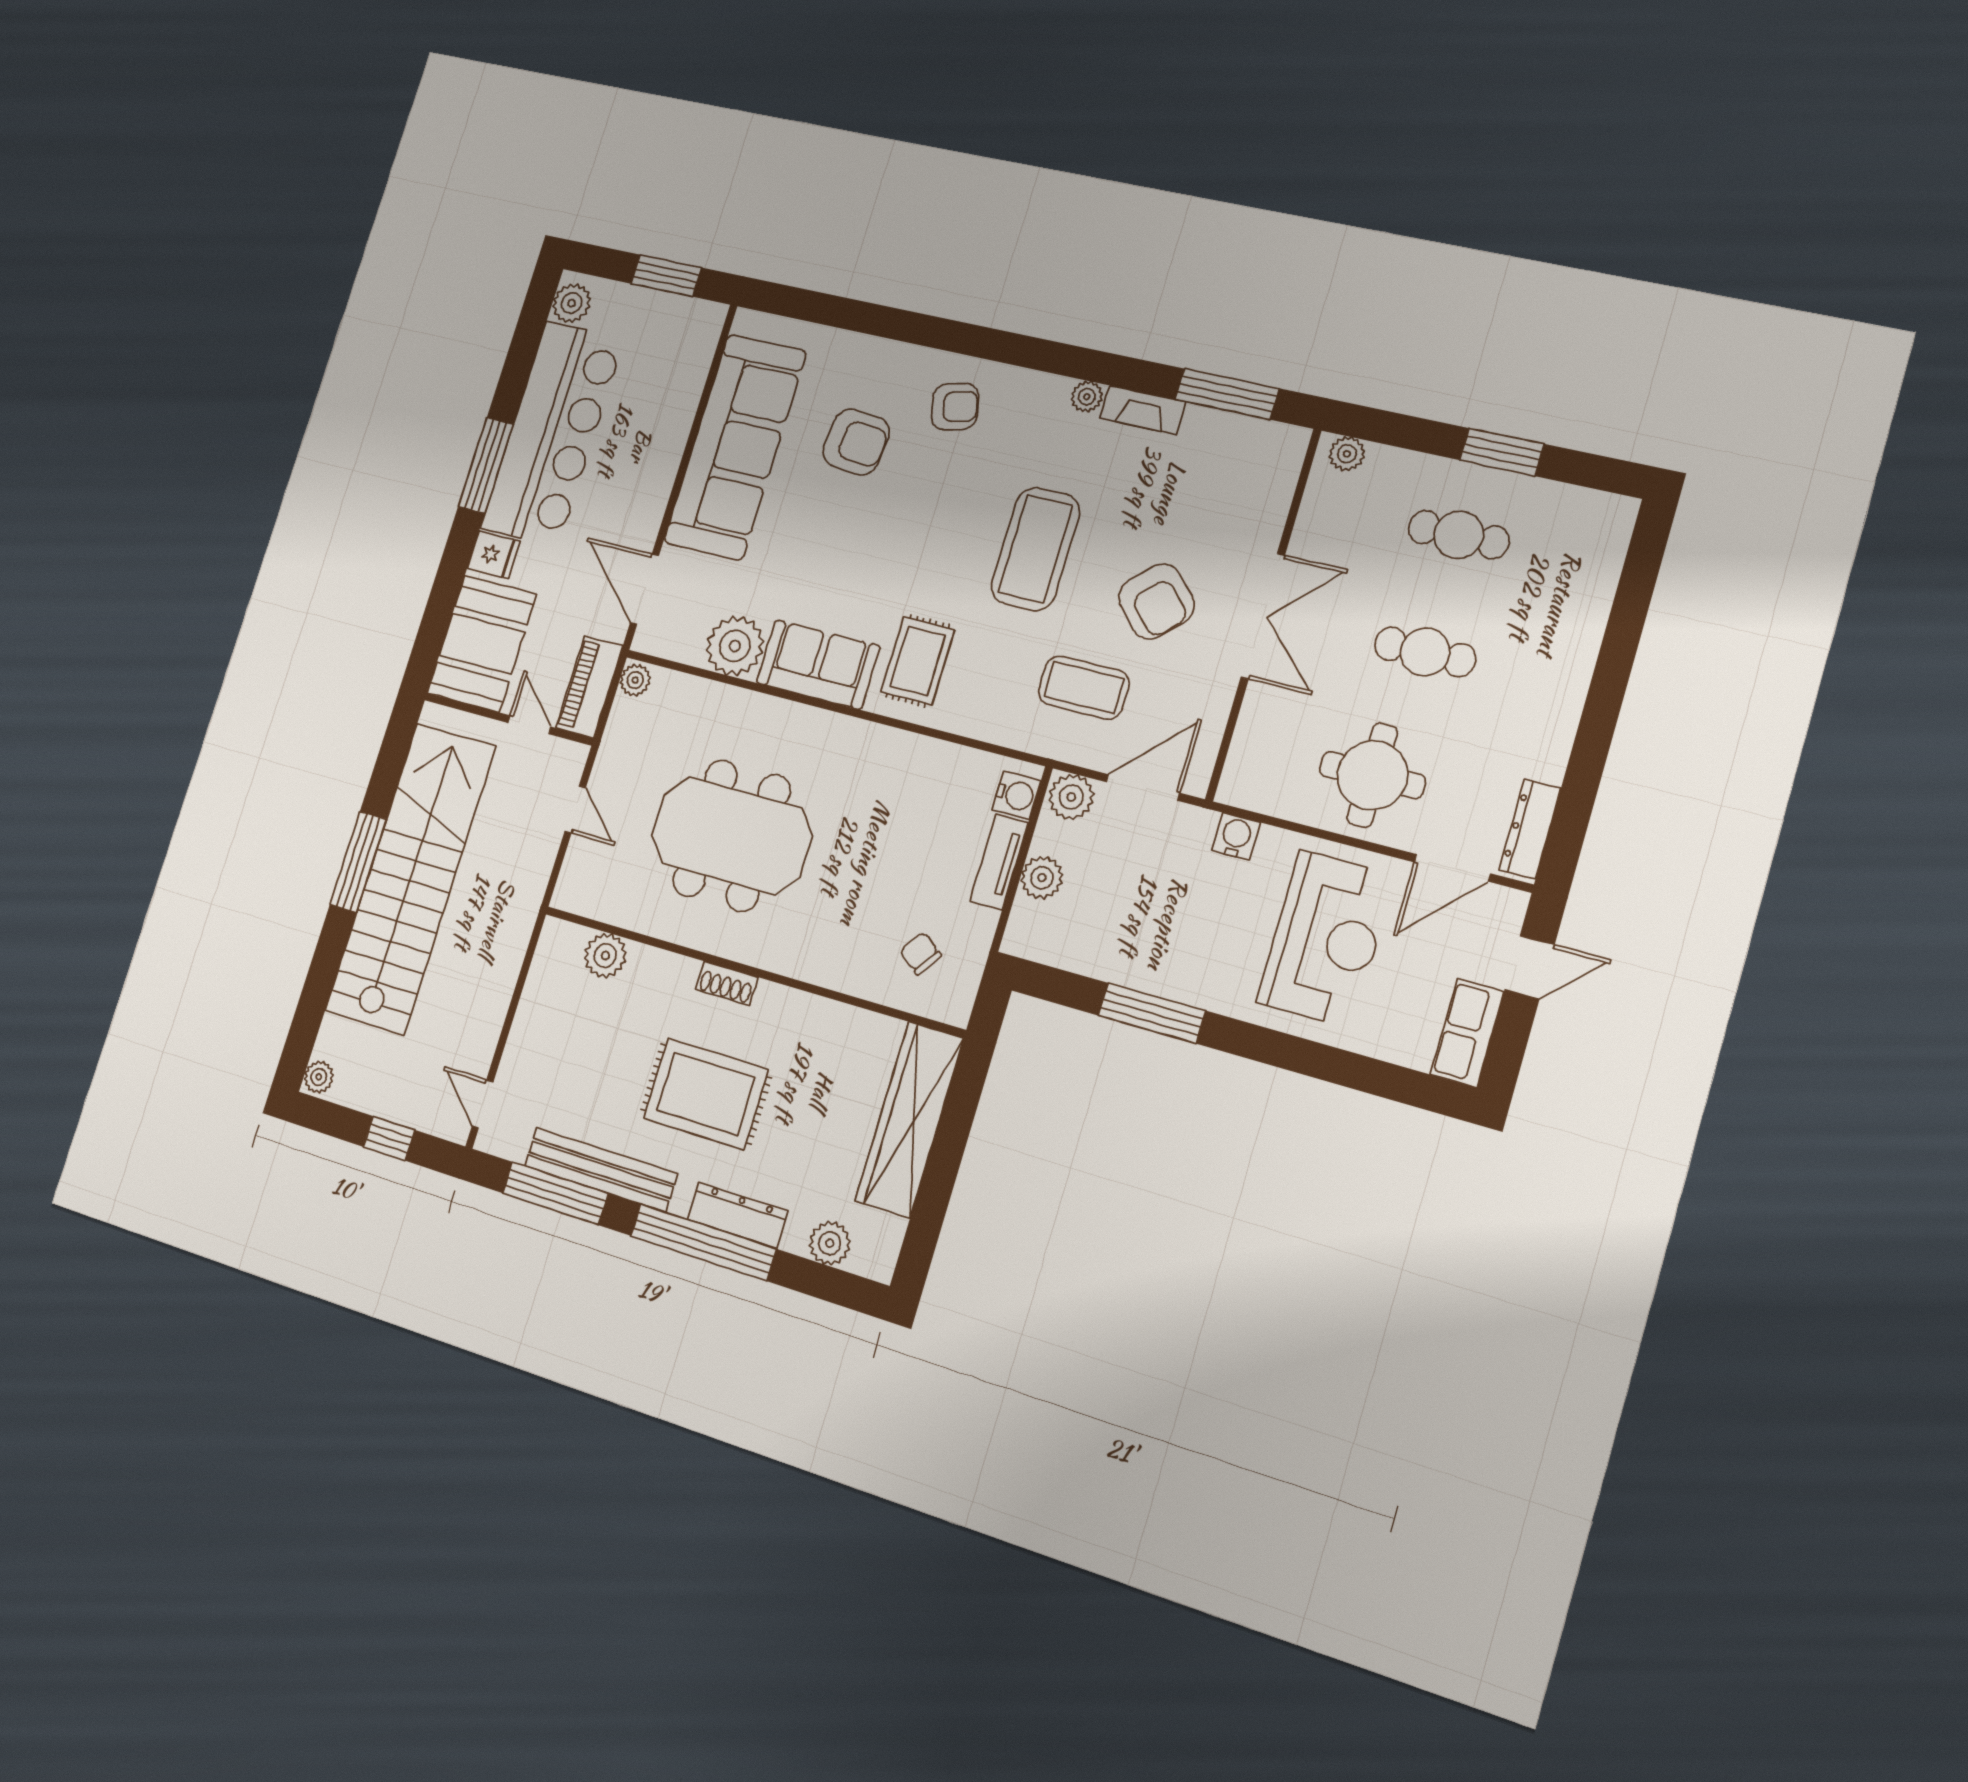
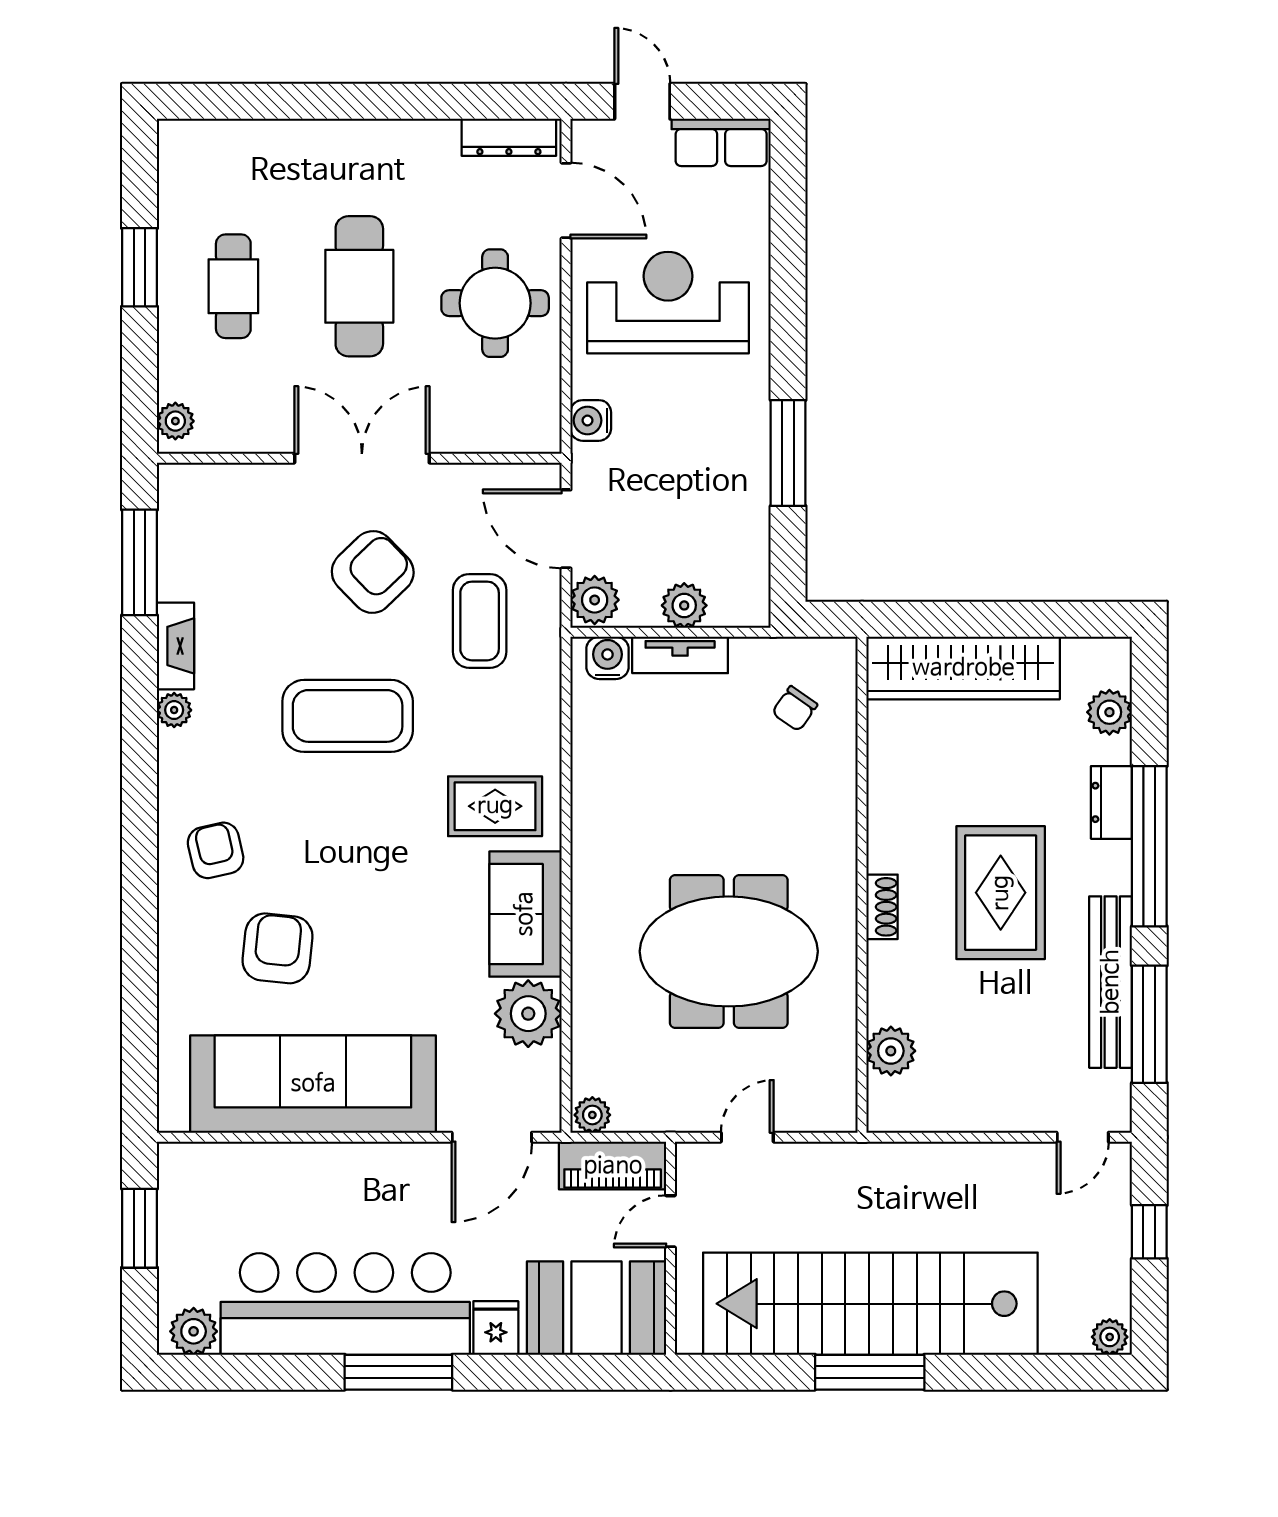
cafe table: (1425, 652) -> (359, 286), width x1.37, depth x1.35
meeting table: (732, 836) -> (729, 951), turned 90
dresser: (738, 1215) -> (1111, 802), width x0.70

